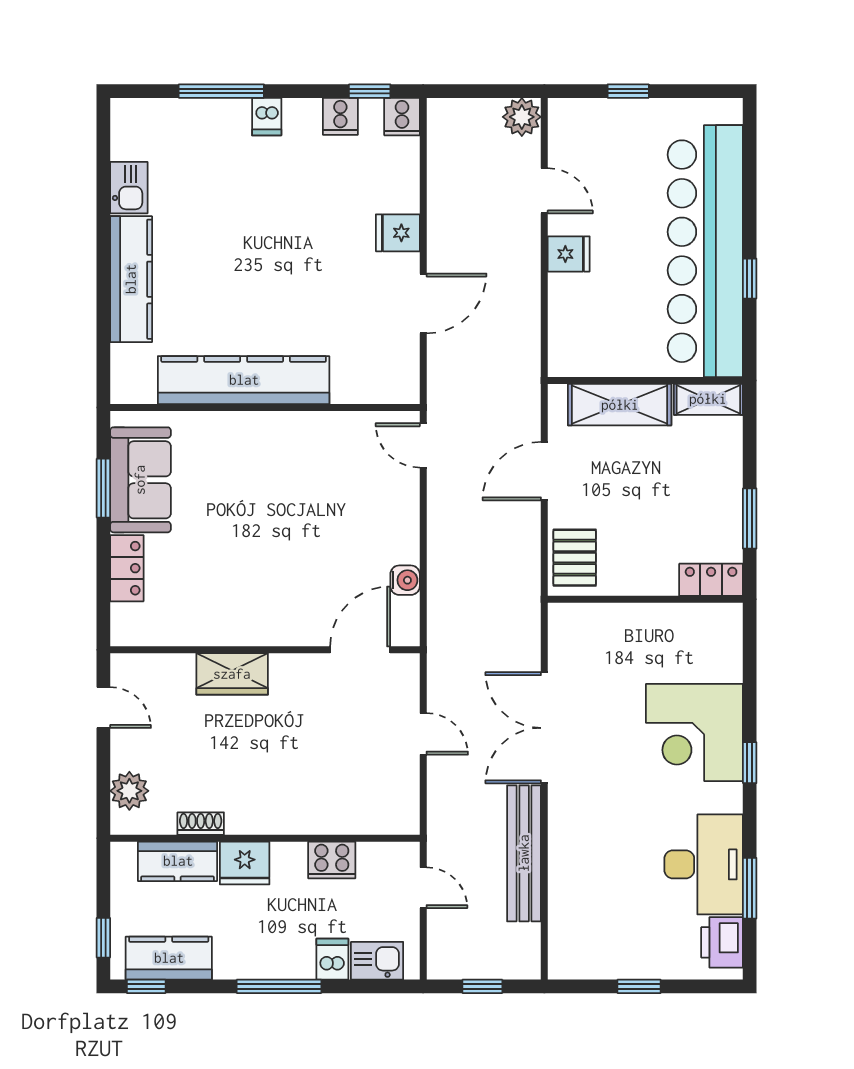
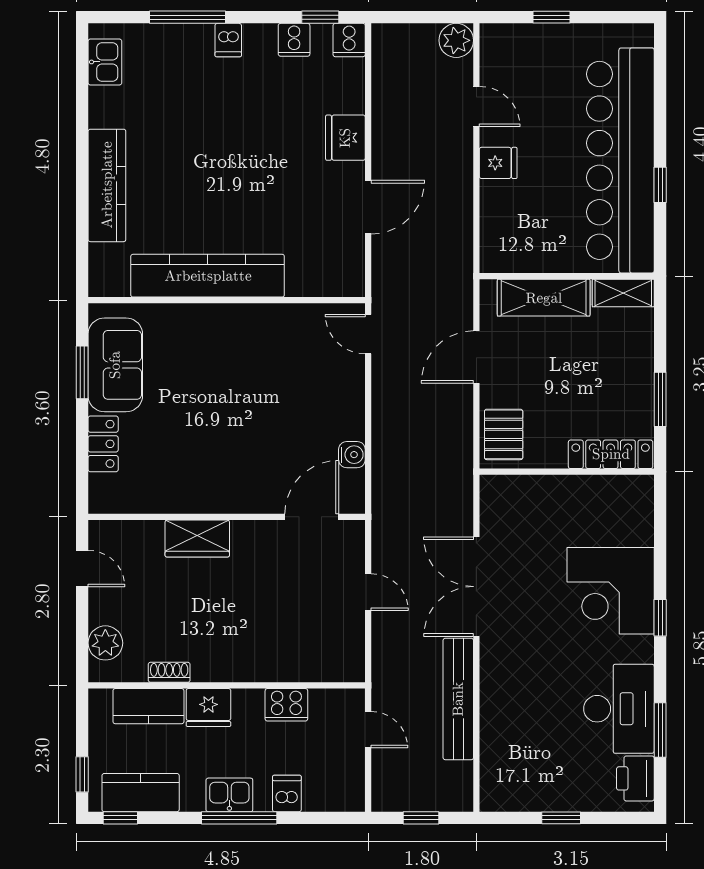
kitchen sink: (129, 188) -> (105, 62), moved
fridge: (398, 233) -> (345, 138), width x1.38
locker: (711, 580) -> (611, 454), width x1.53
kitchen sink: (377, 961) -> (229, 795), moved

